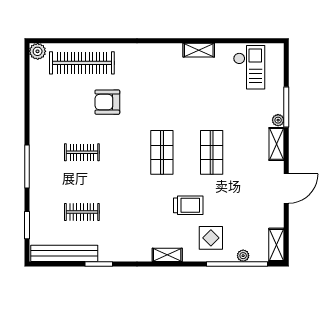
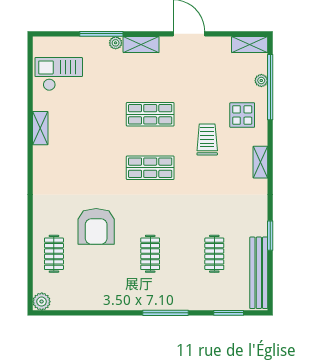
clothes rail: (82, 63) -> (54, 254), width x0.54, depth x0.76
armchair: (107, 102) -> (96, 226), width x1.36, depth x1.36

